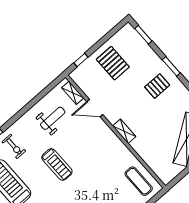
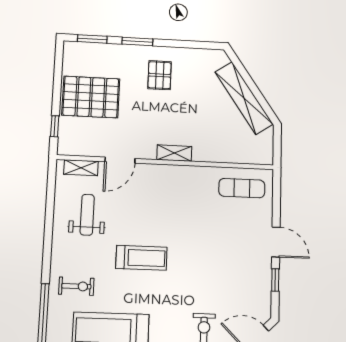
pallet: (113, 63) -> (91, 97), width x1.37, depth x1.41
window: (171, 66) -> (137, 41), moved

